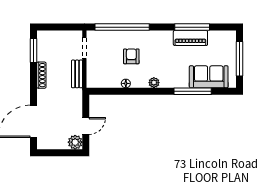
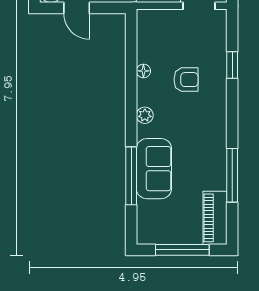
window: (122, 27) -> (232, 65), width x0.32
piano: (190, 38) -> (215, 218), moved
sofa: (209, 77) -> (154, 169), moved

